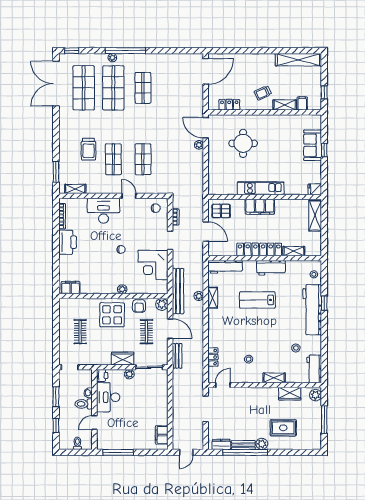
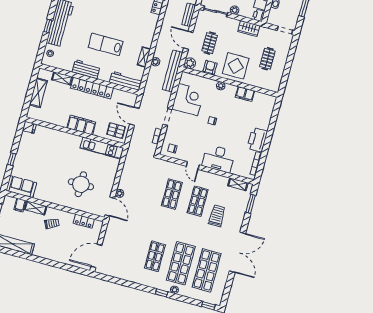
window: (125, 51) -> (162, 293), width x0.32
double door: (56, 84) -> (237, 252), moved
sofa: (313, 145) -> (21, 187), moved, turned -90
kitchen unit: (261, 188) -> (102, 148), moved
shelving: (315, 216) -> (38, 93), moved
filing cabinet: (71, 288) -> (245, 94), moved
lab bench: (257, 300) -> (106, 44), turned 180
wardrobe: (123, 359) -> (249, 29), moved

